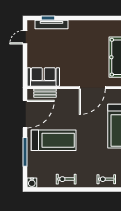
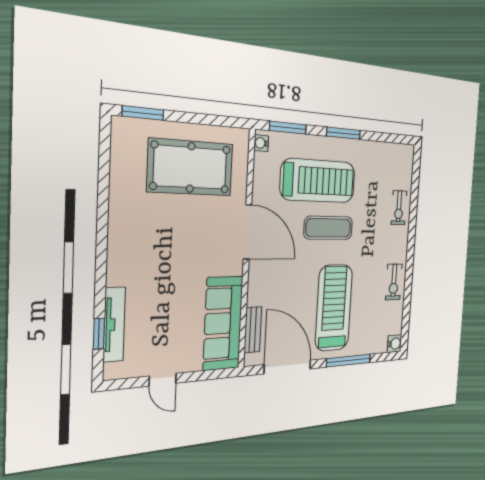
door: (25, 37) -> (163, 380), moved
sofa: (43, 77) -> (223, 323), width x1.36
exercise mat: (95, 134) -> (328, 228), added

